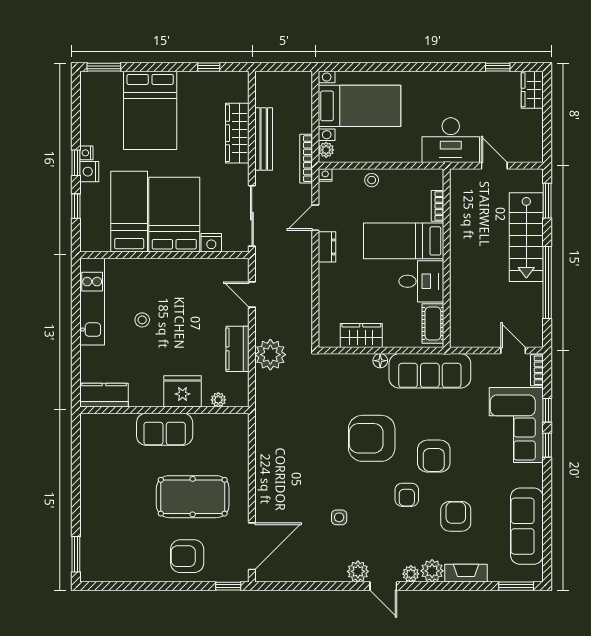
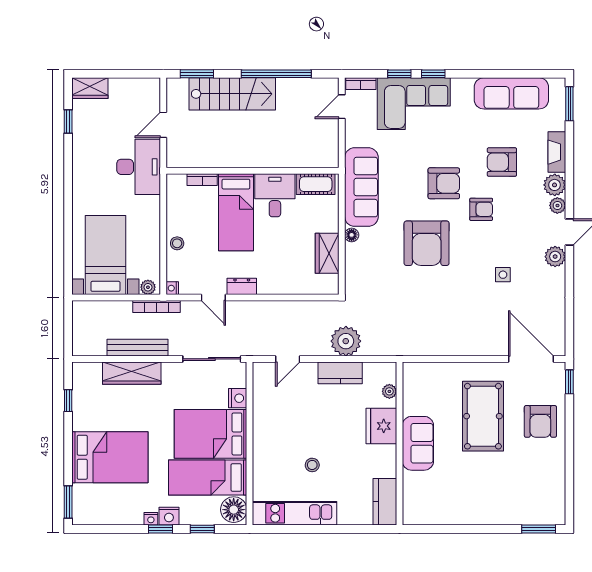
floor lamp: (96, 239) -> (234, 510), added

